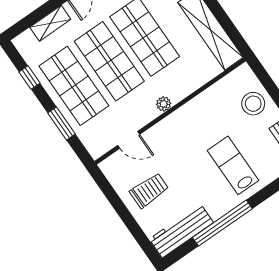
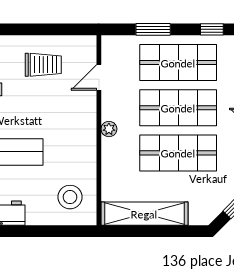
stool: (253, 104) -> (70, 197), moved
trolley: (149, 190) -> (43, 65), turned -90

